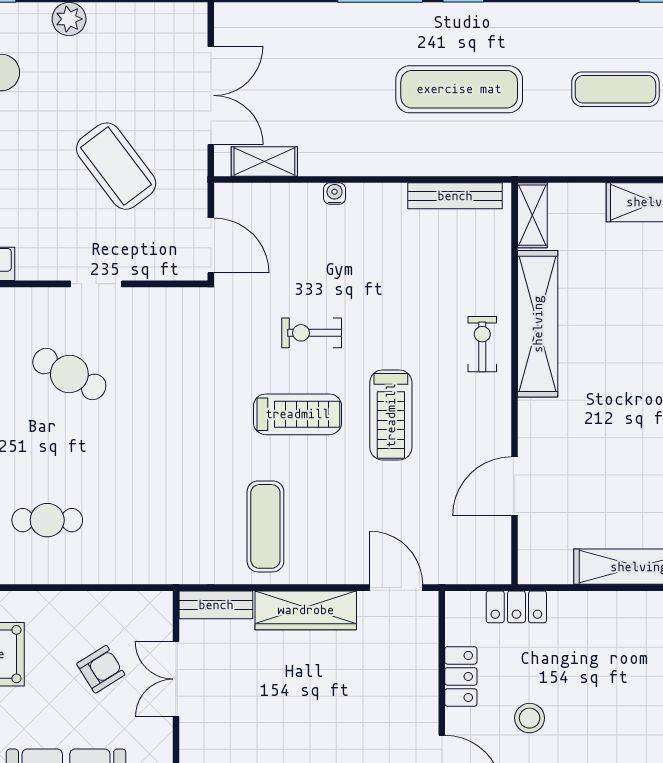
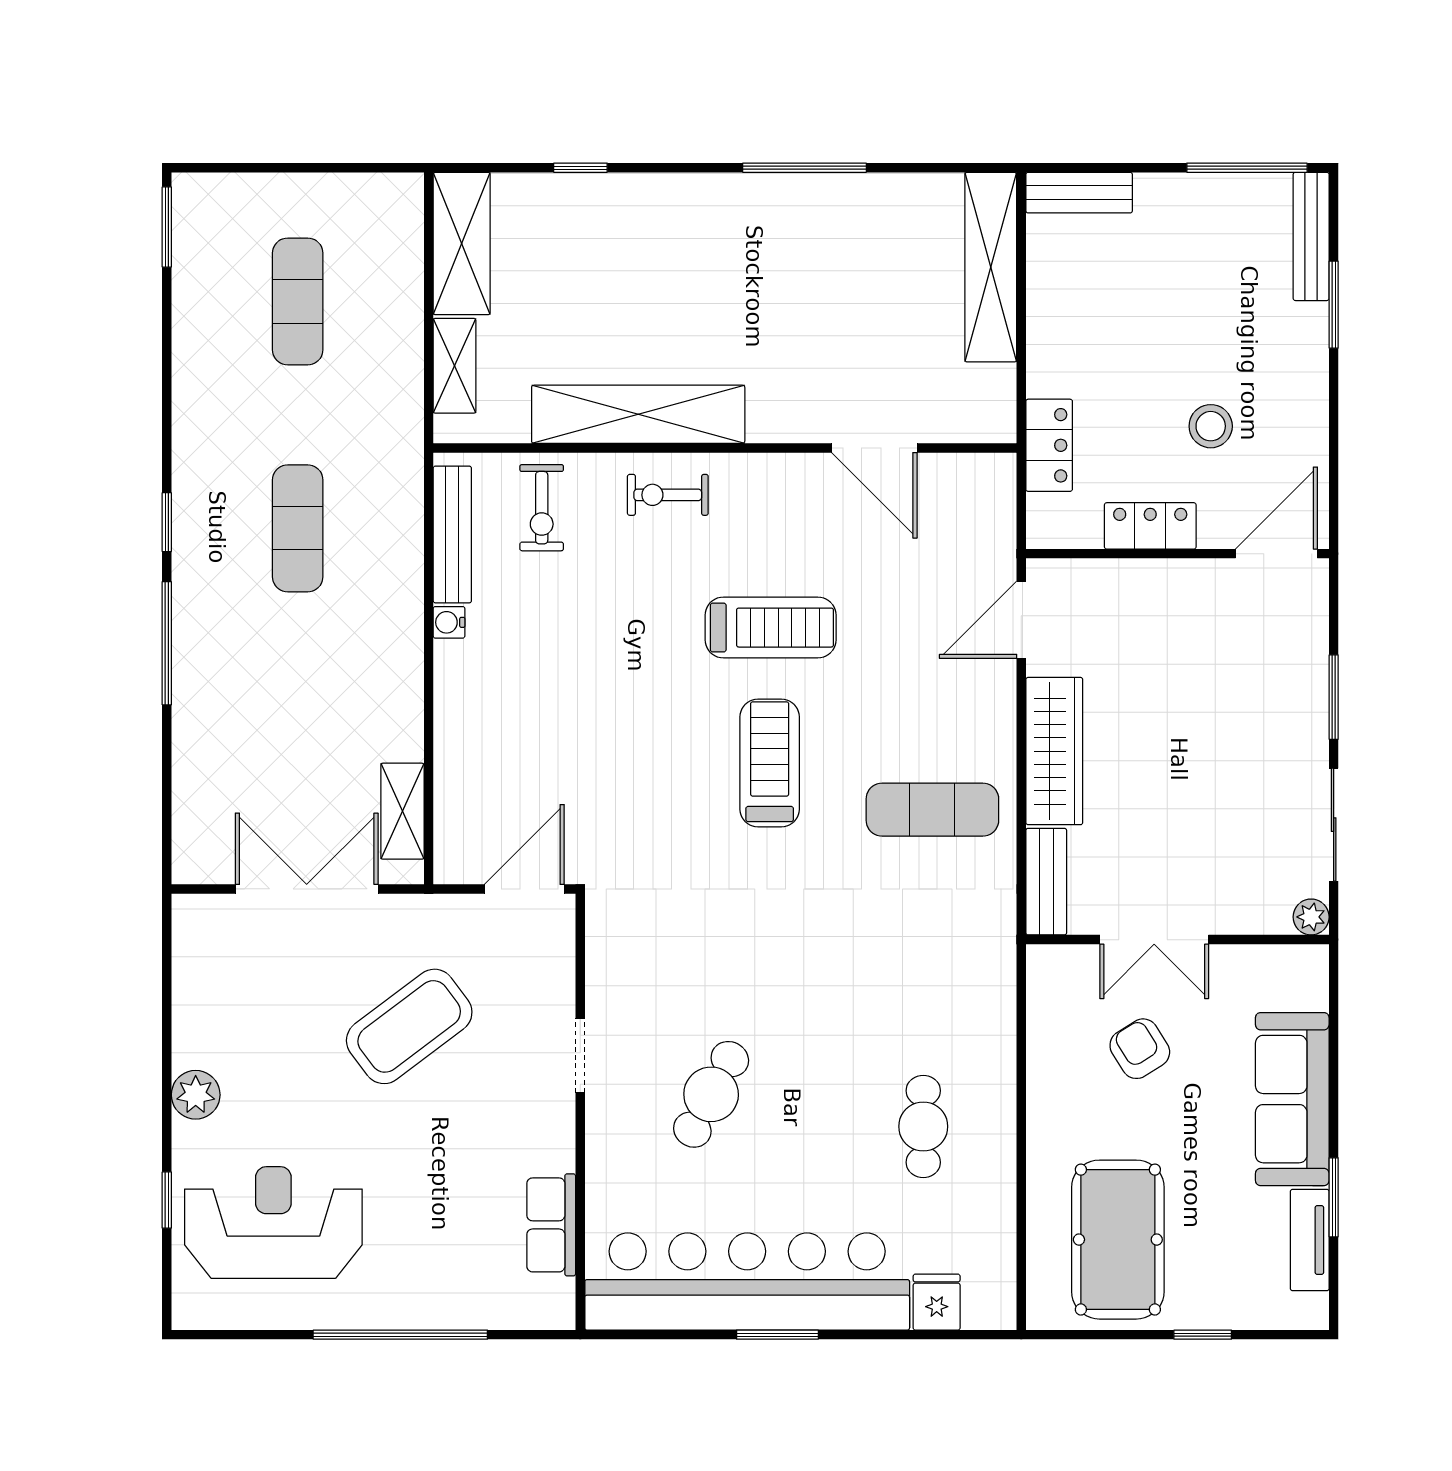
exercise mat: (459, 89) -> (298, 528), width x0.73, depth x0.69
water cooler: (335, 193) -> (449, 622), moved
shelving: (532, 215) -> (455, 366), moved, turned 90
exercise bike: (312, 333) -> (542, 508), moved

